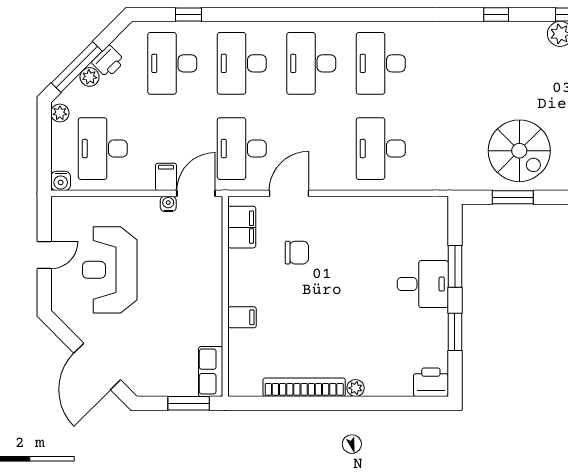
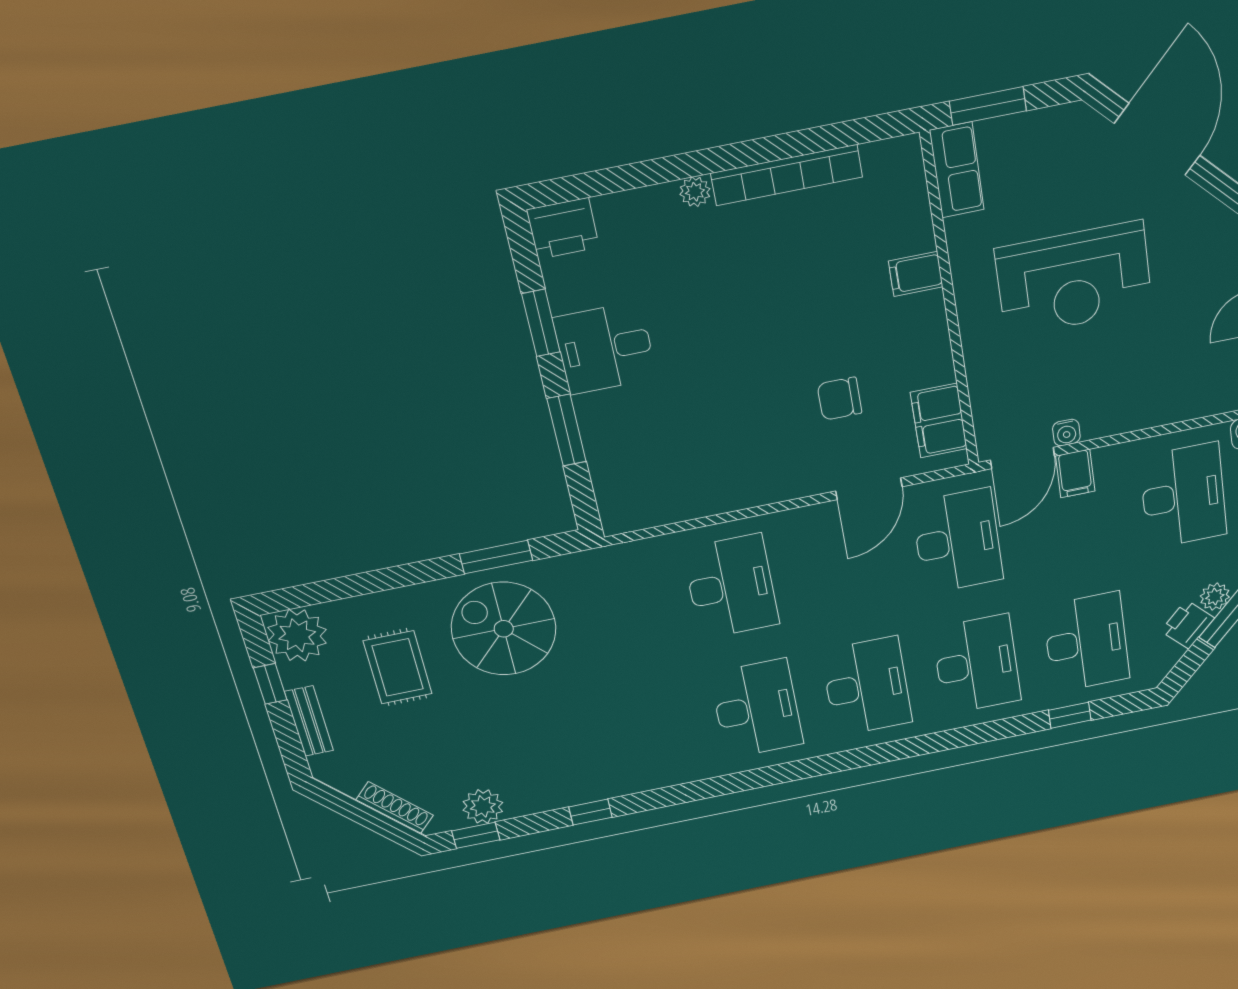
reception desk: (110, 270) -> (1074, 279), moved, turned 90
desk: (423, 284) -> (605, 348), moved

